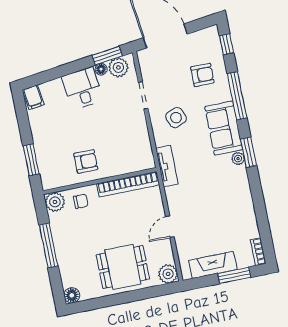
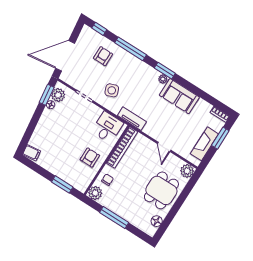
desk: (82, 88) -> (107, 127), moved, turned 97
sofa: (224, 128) -> (179, 96), moved
floor lamp: (72, 295) -> (157, 221), moved

